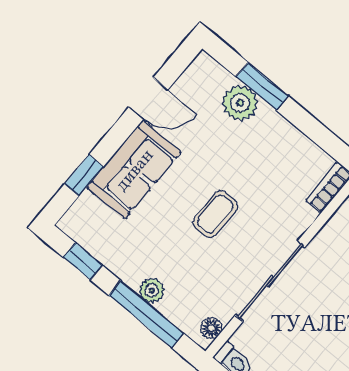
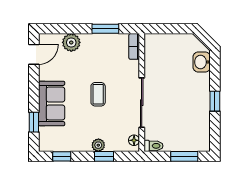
window: (262, 87) -> (105, 29), moved
door: (148, 99) -> (34, 54), moved
window: (146, 314) -> (104, 156), width x0.46

